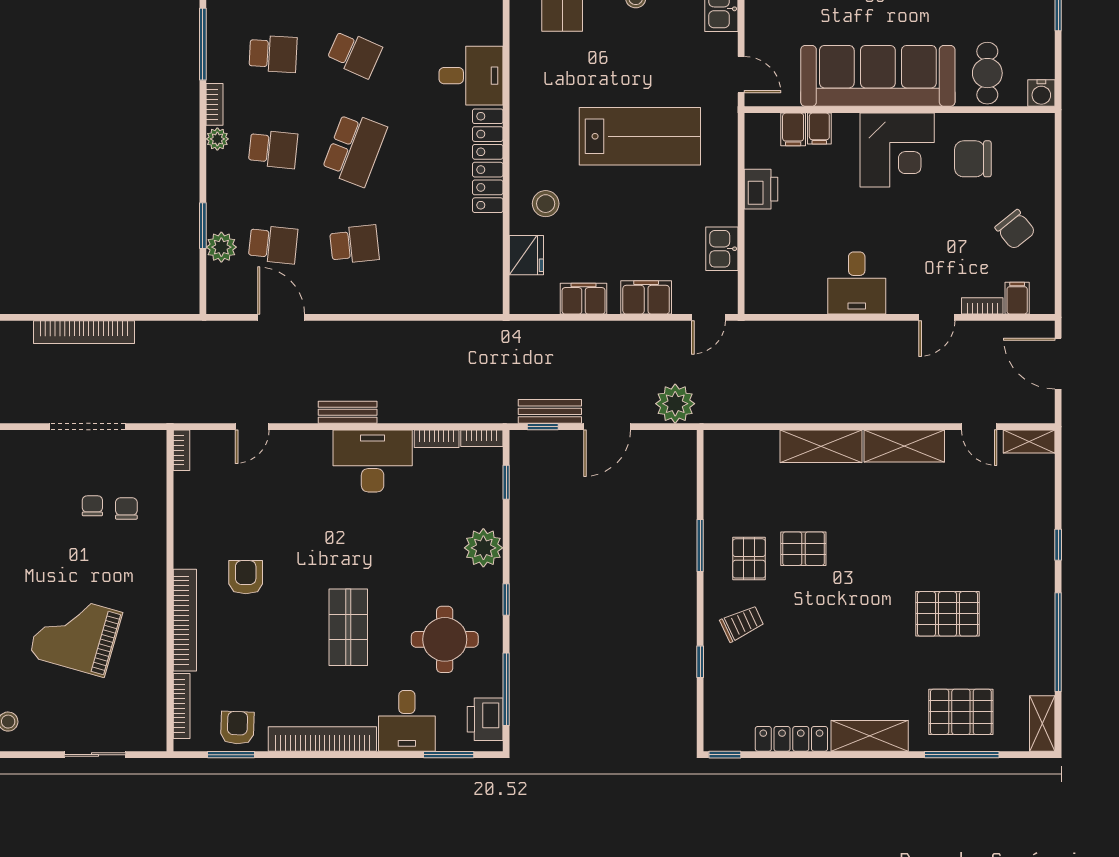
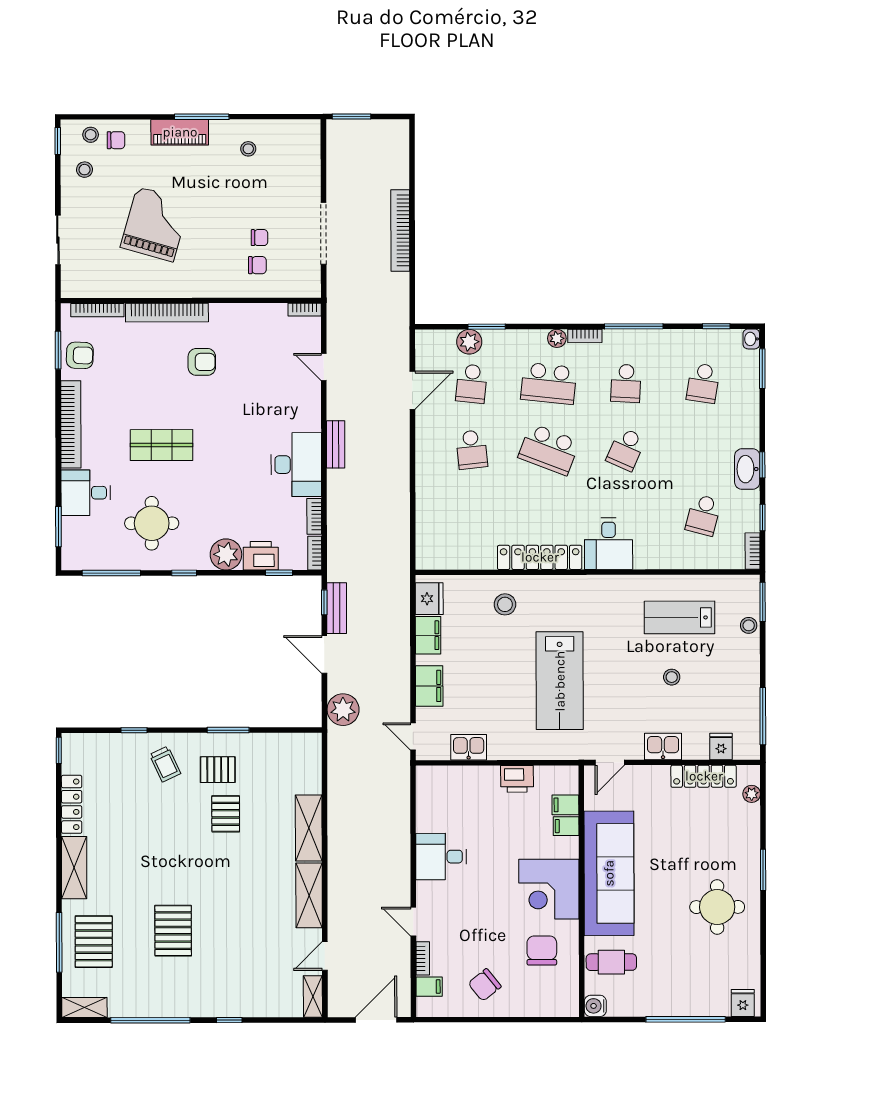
school desk: (273, 149) -> (549, 383), width x1.85
fridge: (526, 255) -> (429, 599), moved, turned -90
printer: (485, 719) -> (261, 556), moved

